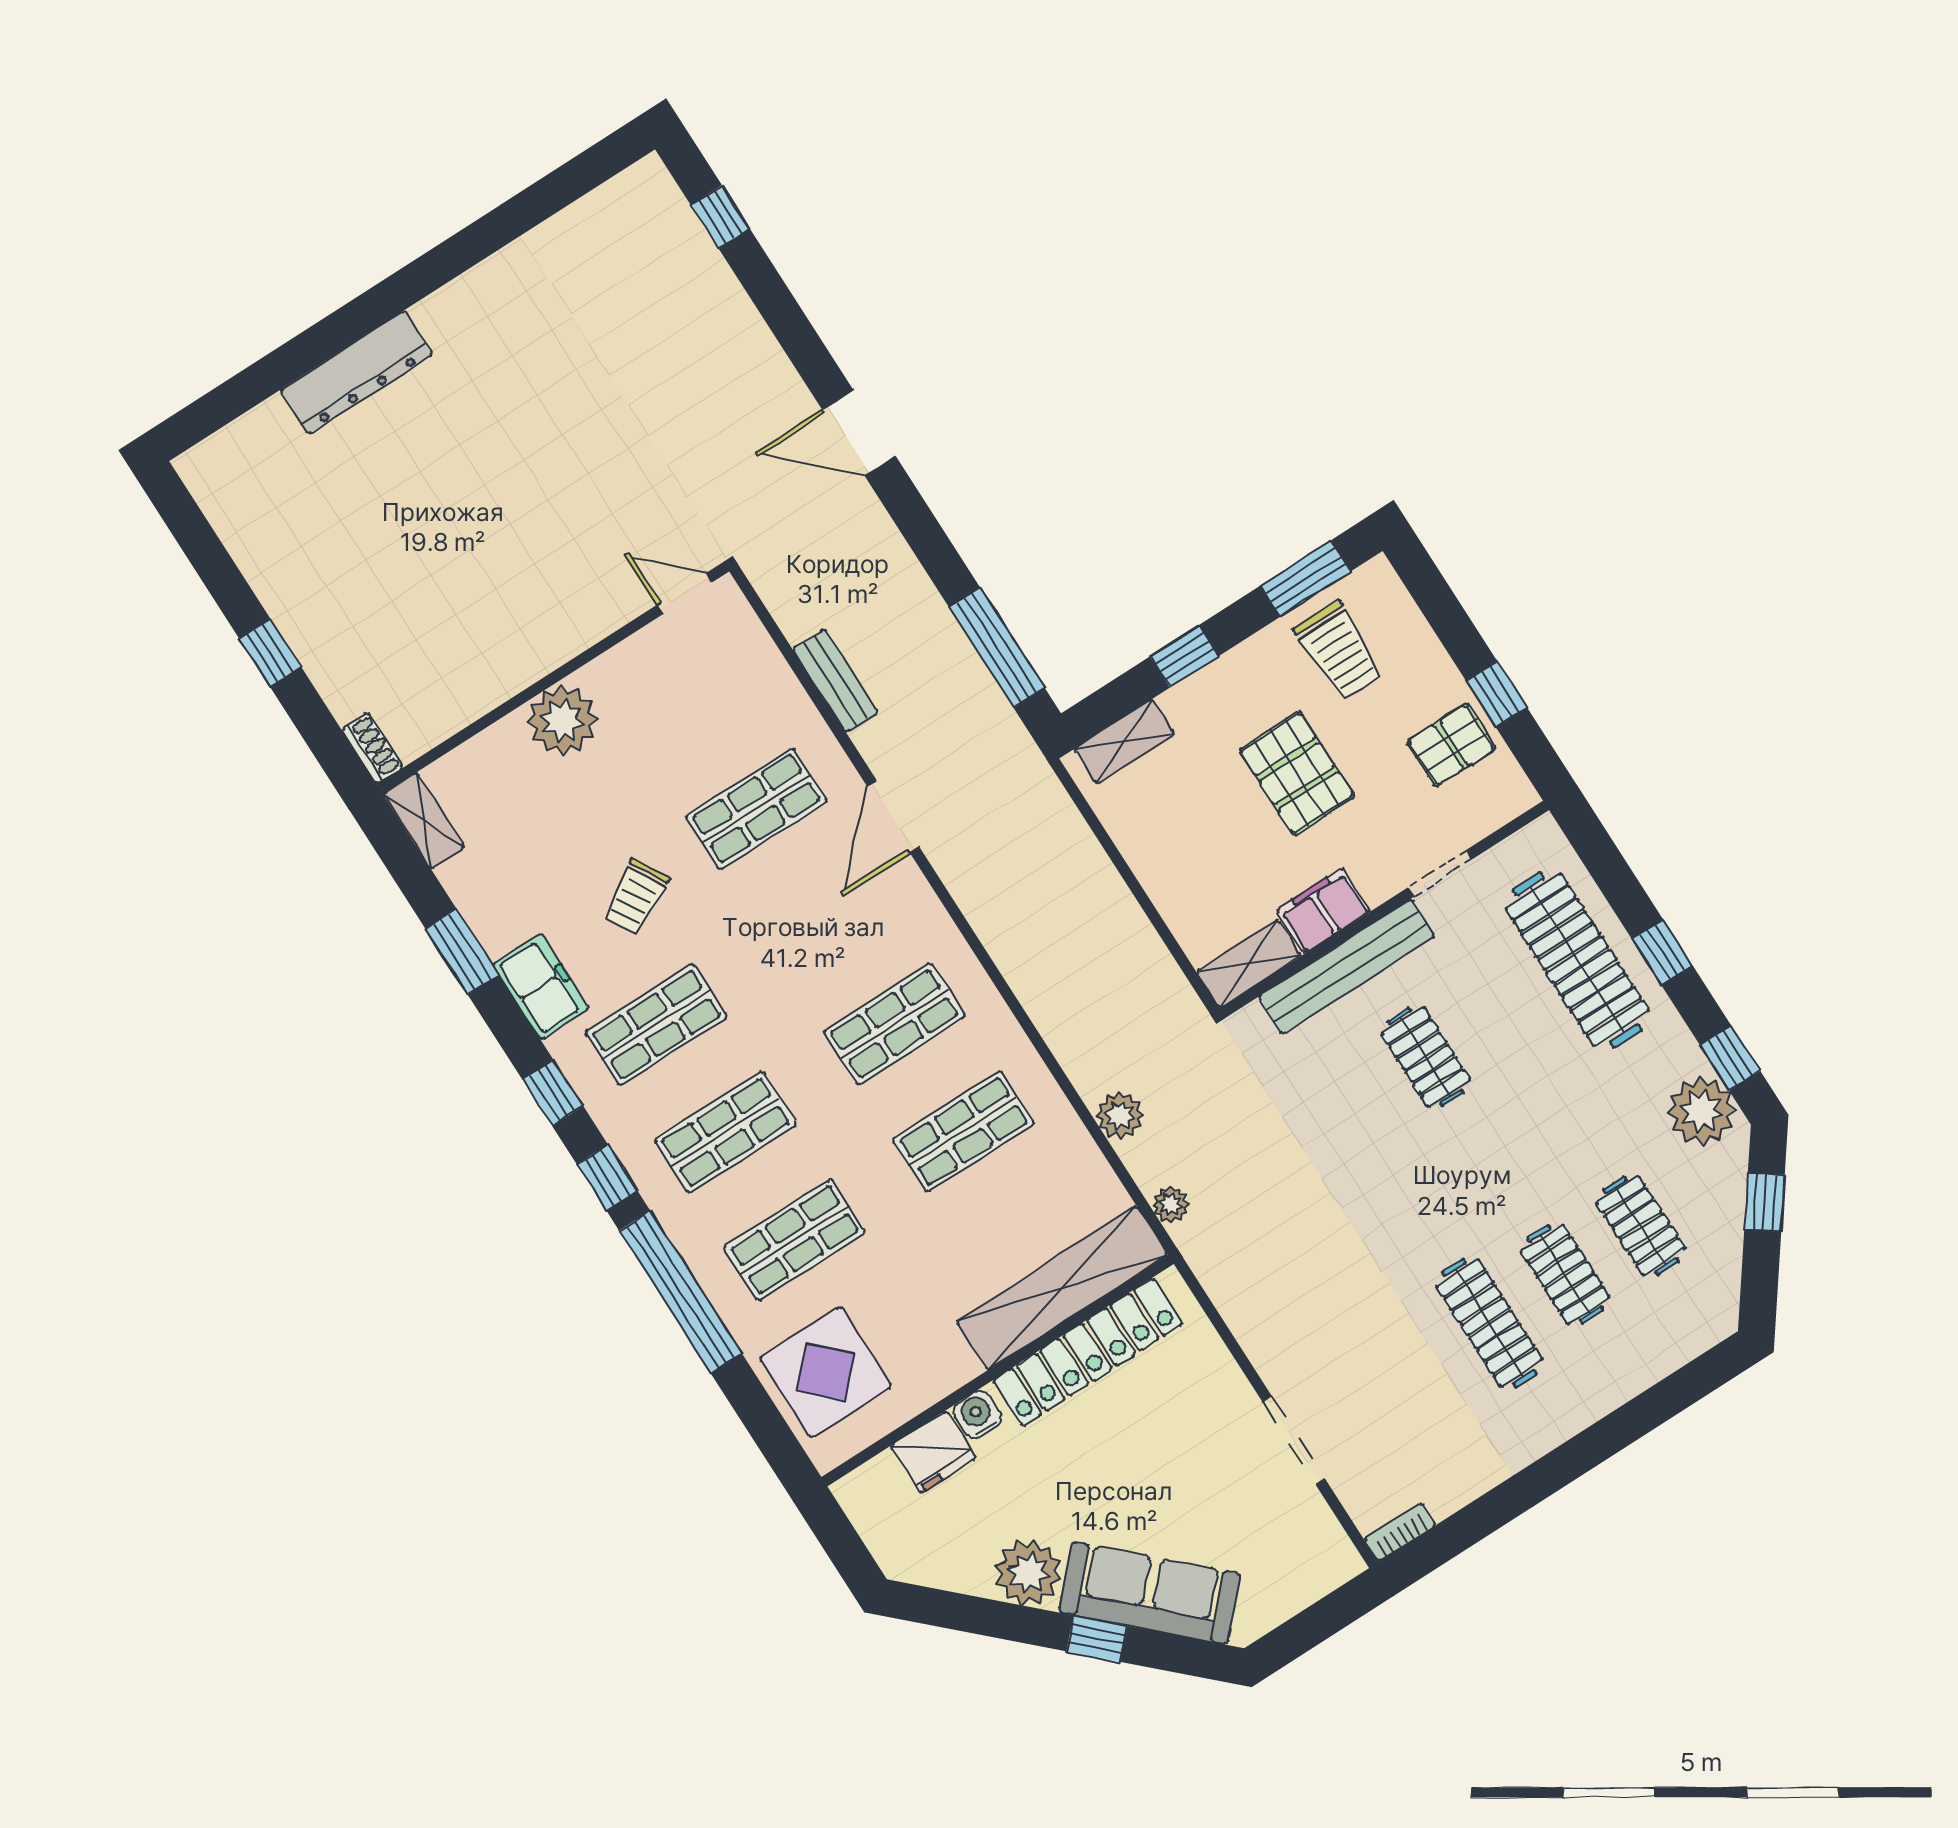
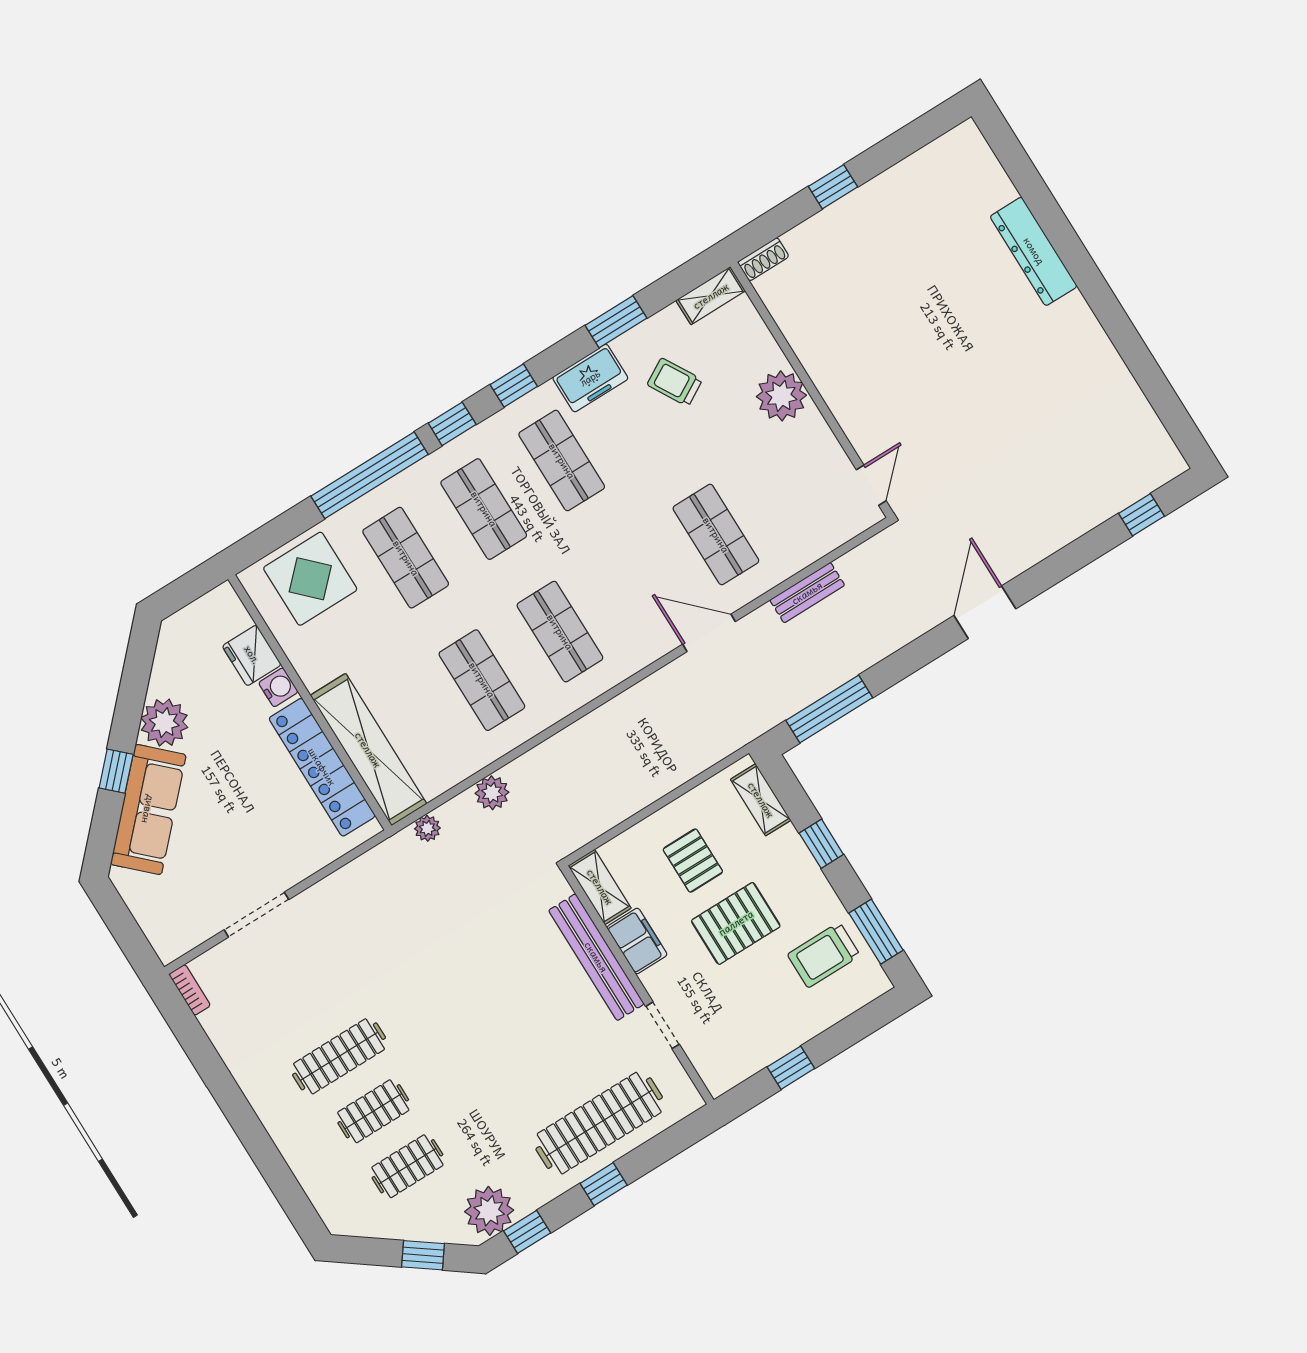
pallet: (1451, 745) -> (693, 861), moved
trolley: (636, 897) -> (675, 382), moved
clothes rail: (1426, 1057) -> (531, 1013), removed

